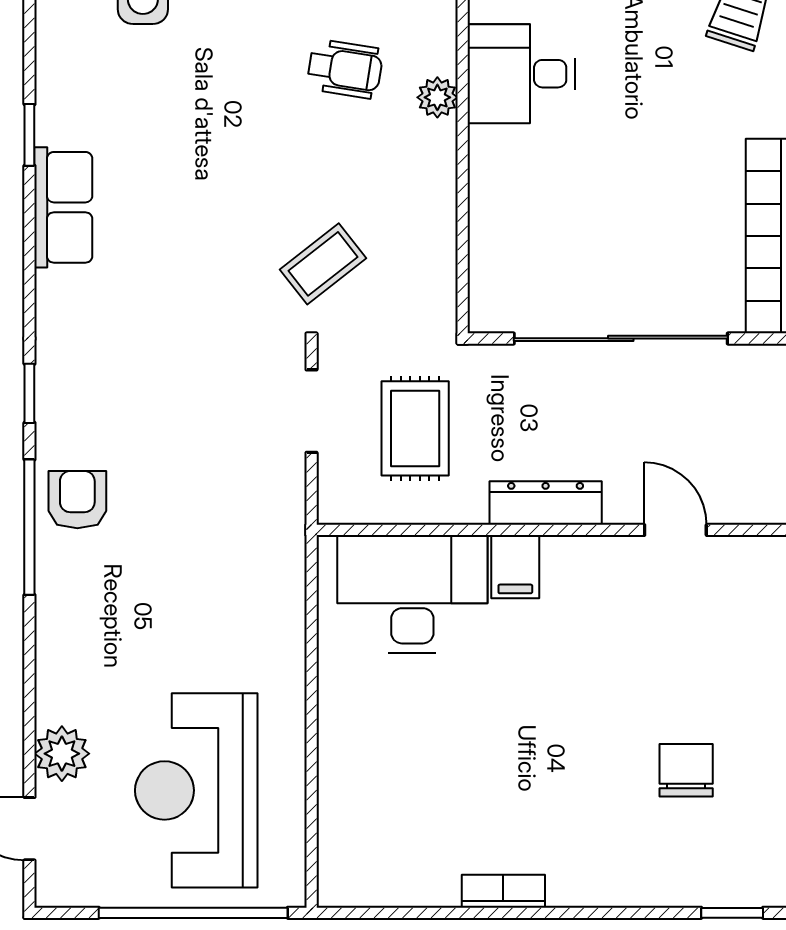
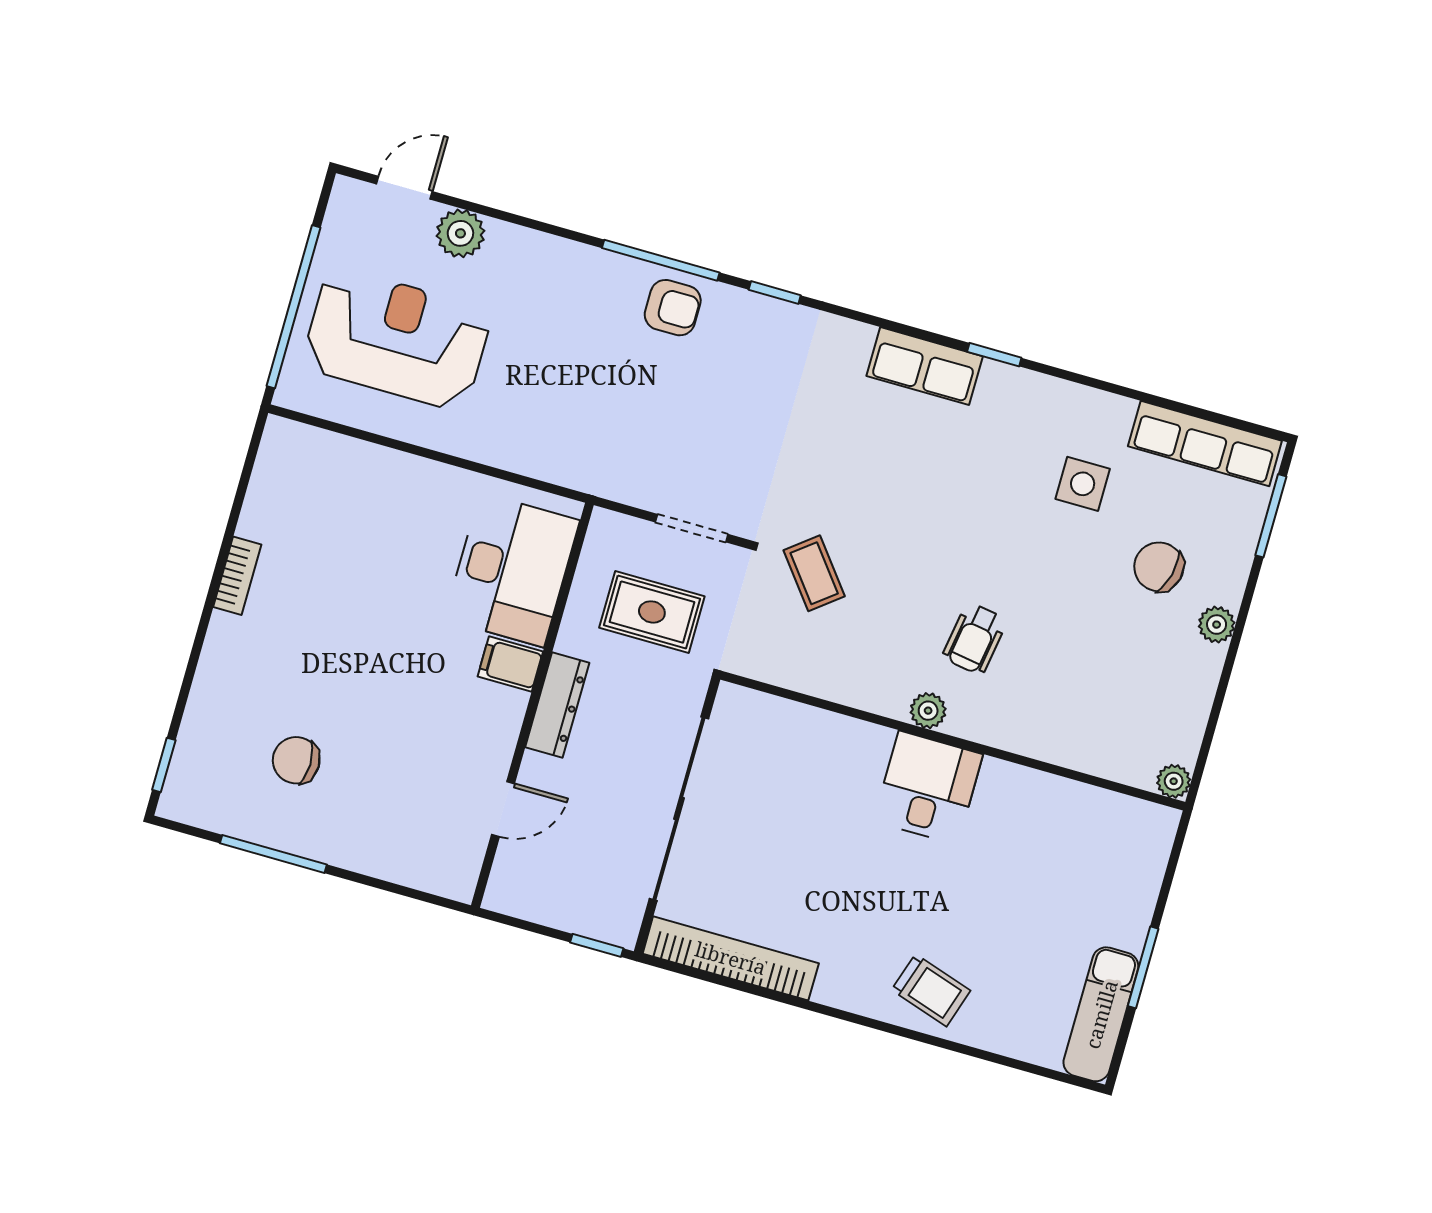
chair: (686, 770) -> (296, 760), turned 180

